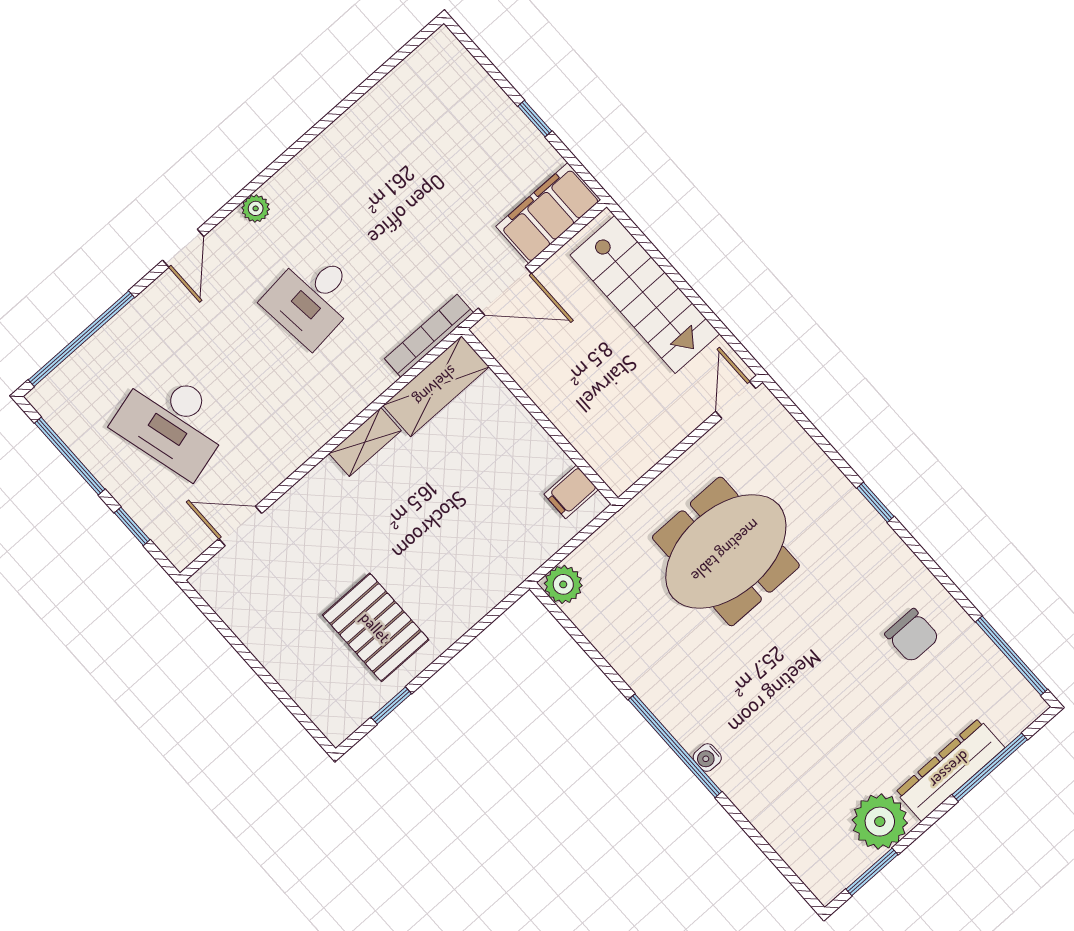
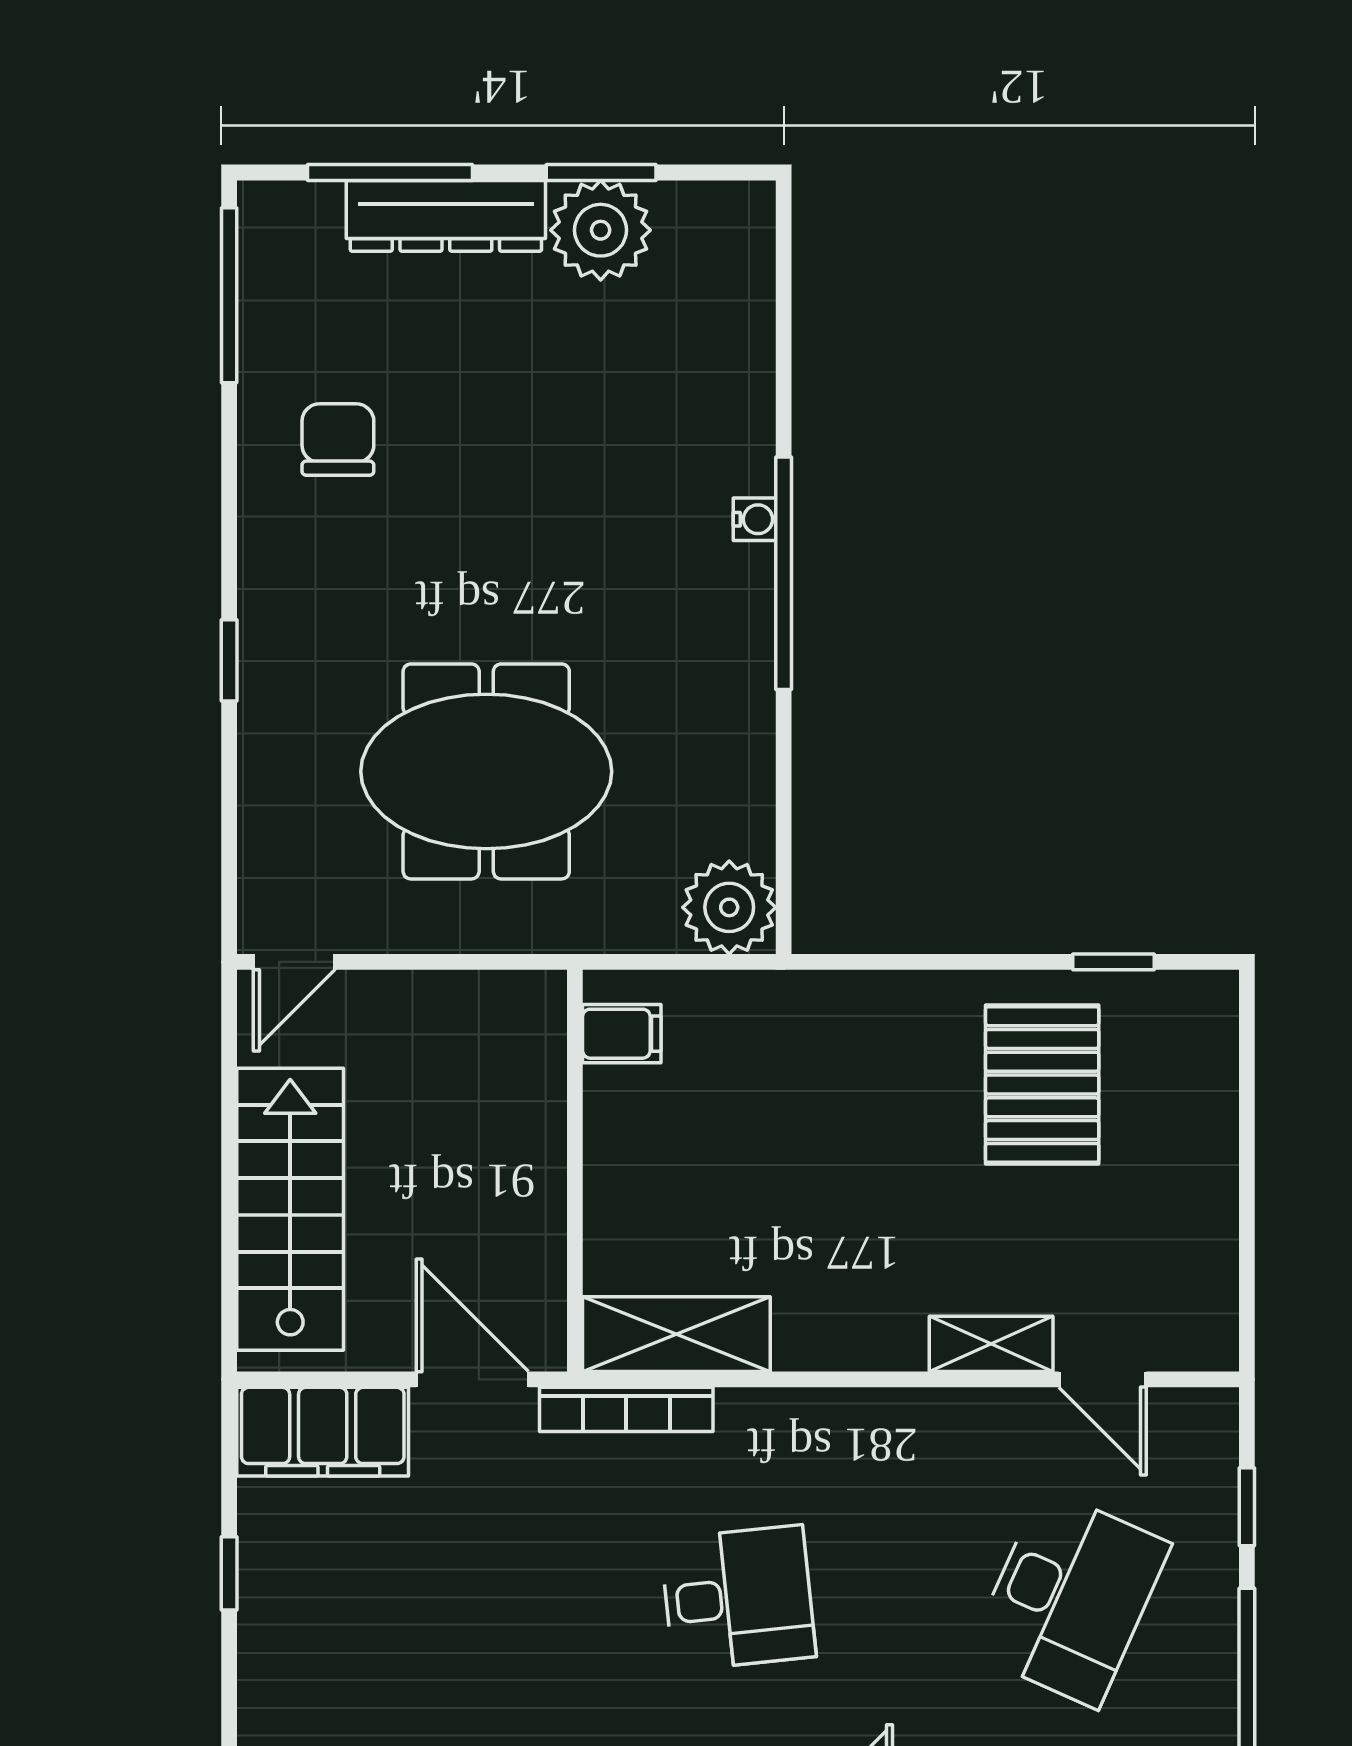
desk: (172, 422) -> (1070, 1598), turned 39
shelving: (365, 442) -> (991, 1344), moved
plant: (563, 584) -> (729, 907), width x1.36, depth x1.36
window: (872, 872) -> (601, 172), moved

